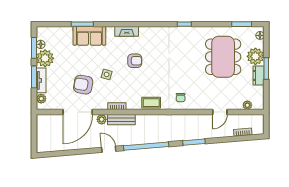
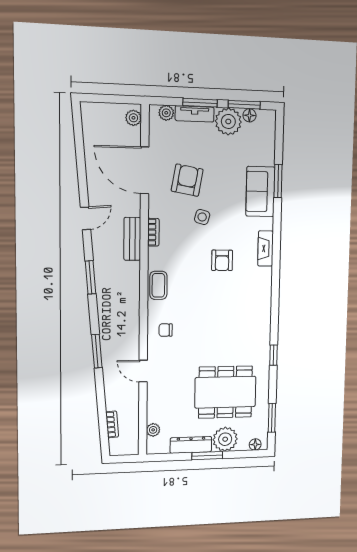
window: (184, 24) -> (274, 355), moved
dresser: (259, 75) -> (191, 445), width x1.44
door: (220, 112) -> (143, 371), moved
plant: (102, 119) -> (133, 118), moved
window: (146, 146) -> (91, 277), width x0.47

